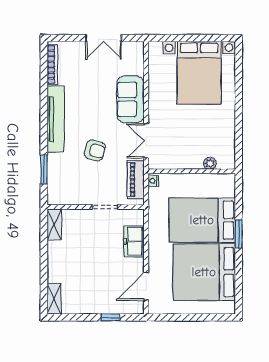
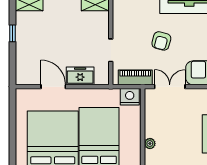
nightstand: (153, 181) -> (130, 97), width x1.89, depth x1.79
door: (146, 286) -> (53, 87), moved
window: (111, 317) -> (12, 33), moved

